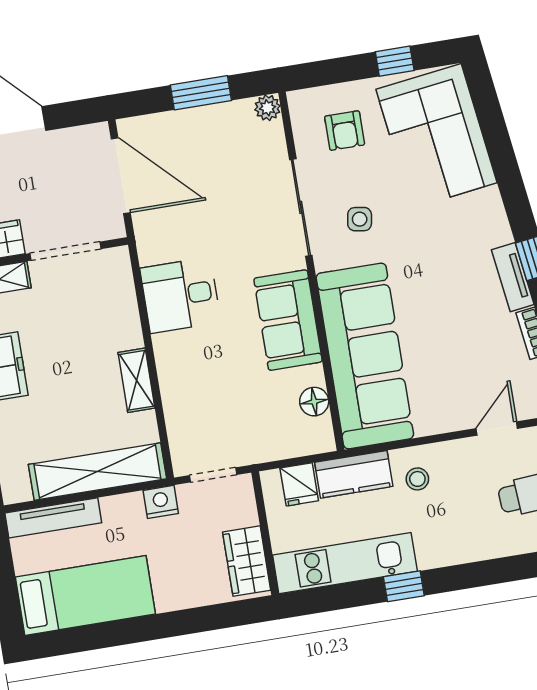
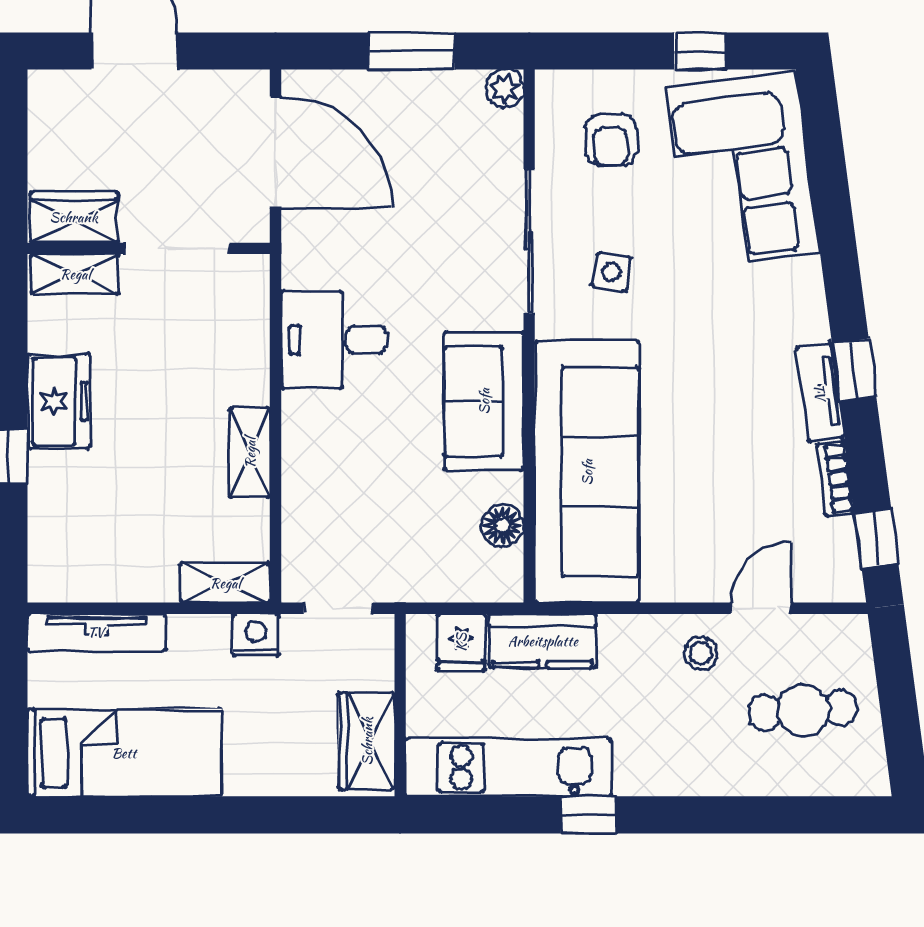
shelving: (97, 472) -> (225, 583), width x0.45, depth x0.75
stool: (417, 479) -> (701, 653), moved

